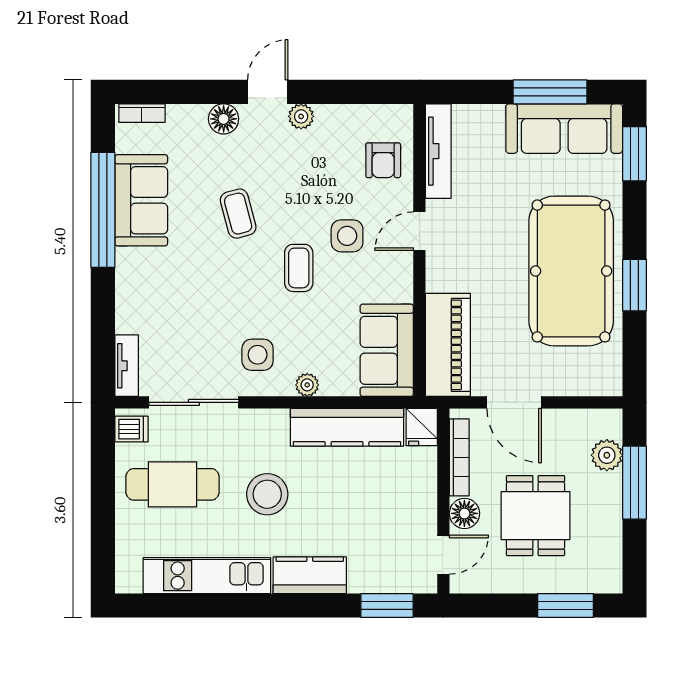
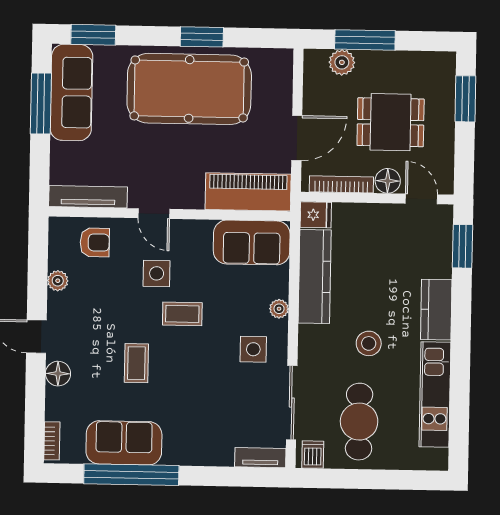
plant: (301, 116) -> (58, 281), moved
coffee table: (238, 214) -> (136, 363), turned -75
stool: (267, 494) -> (369, 343), width x0.73, depth x0.73

